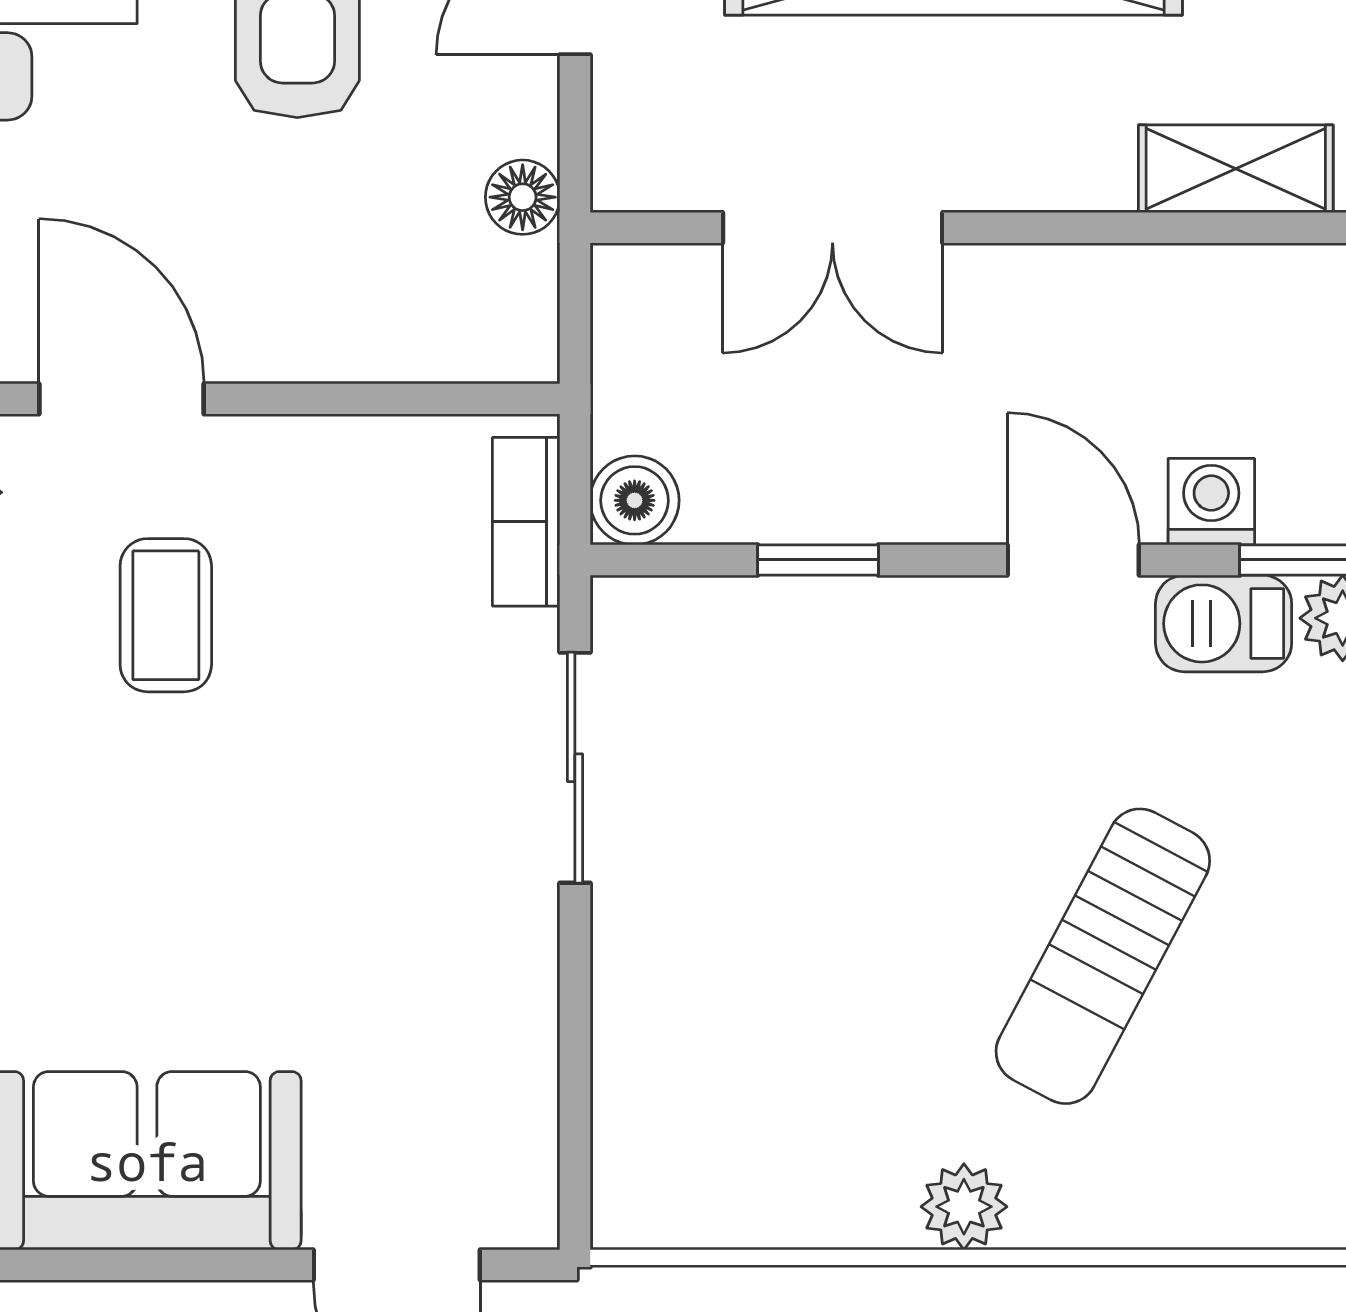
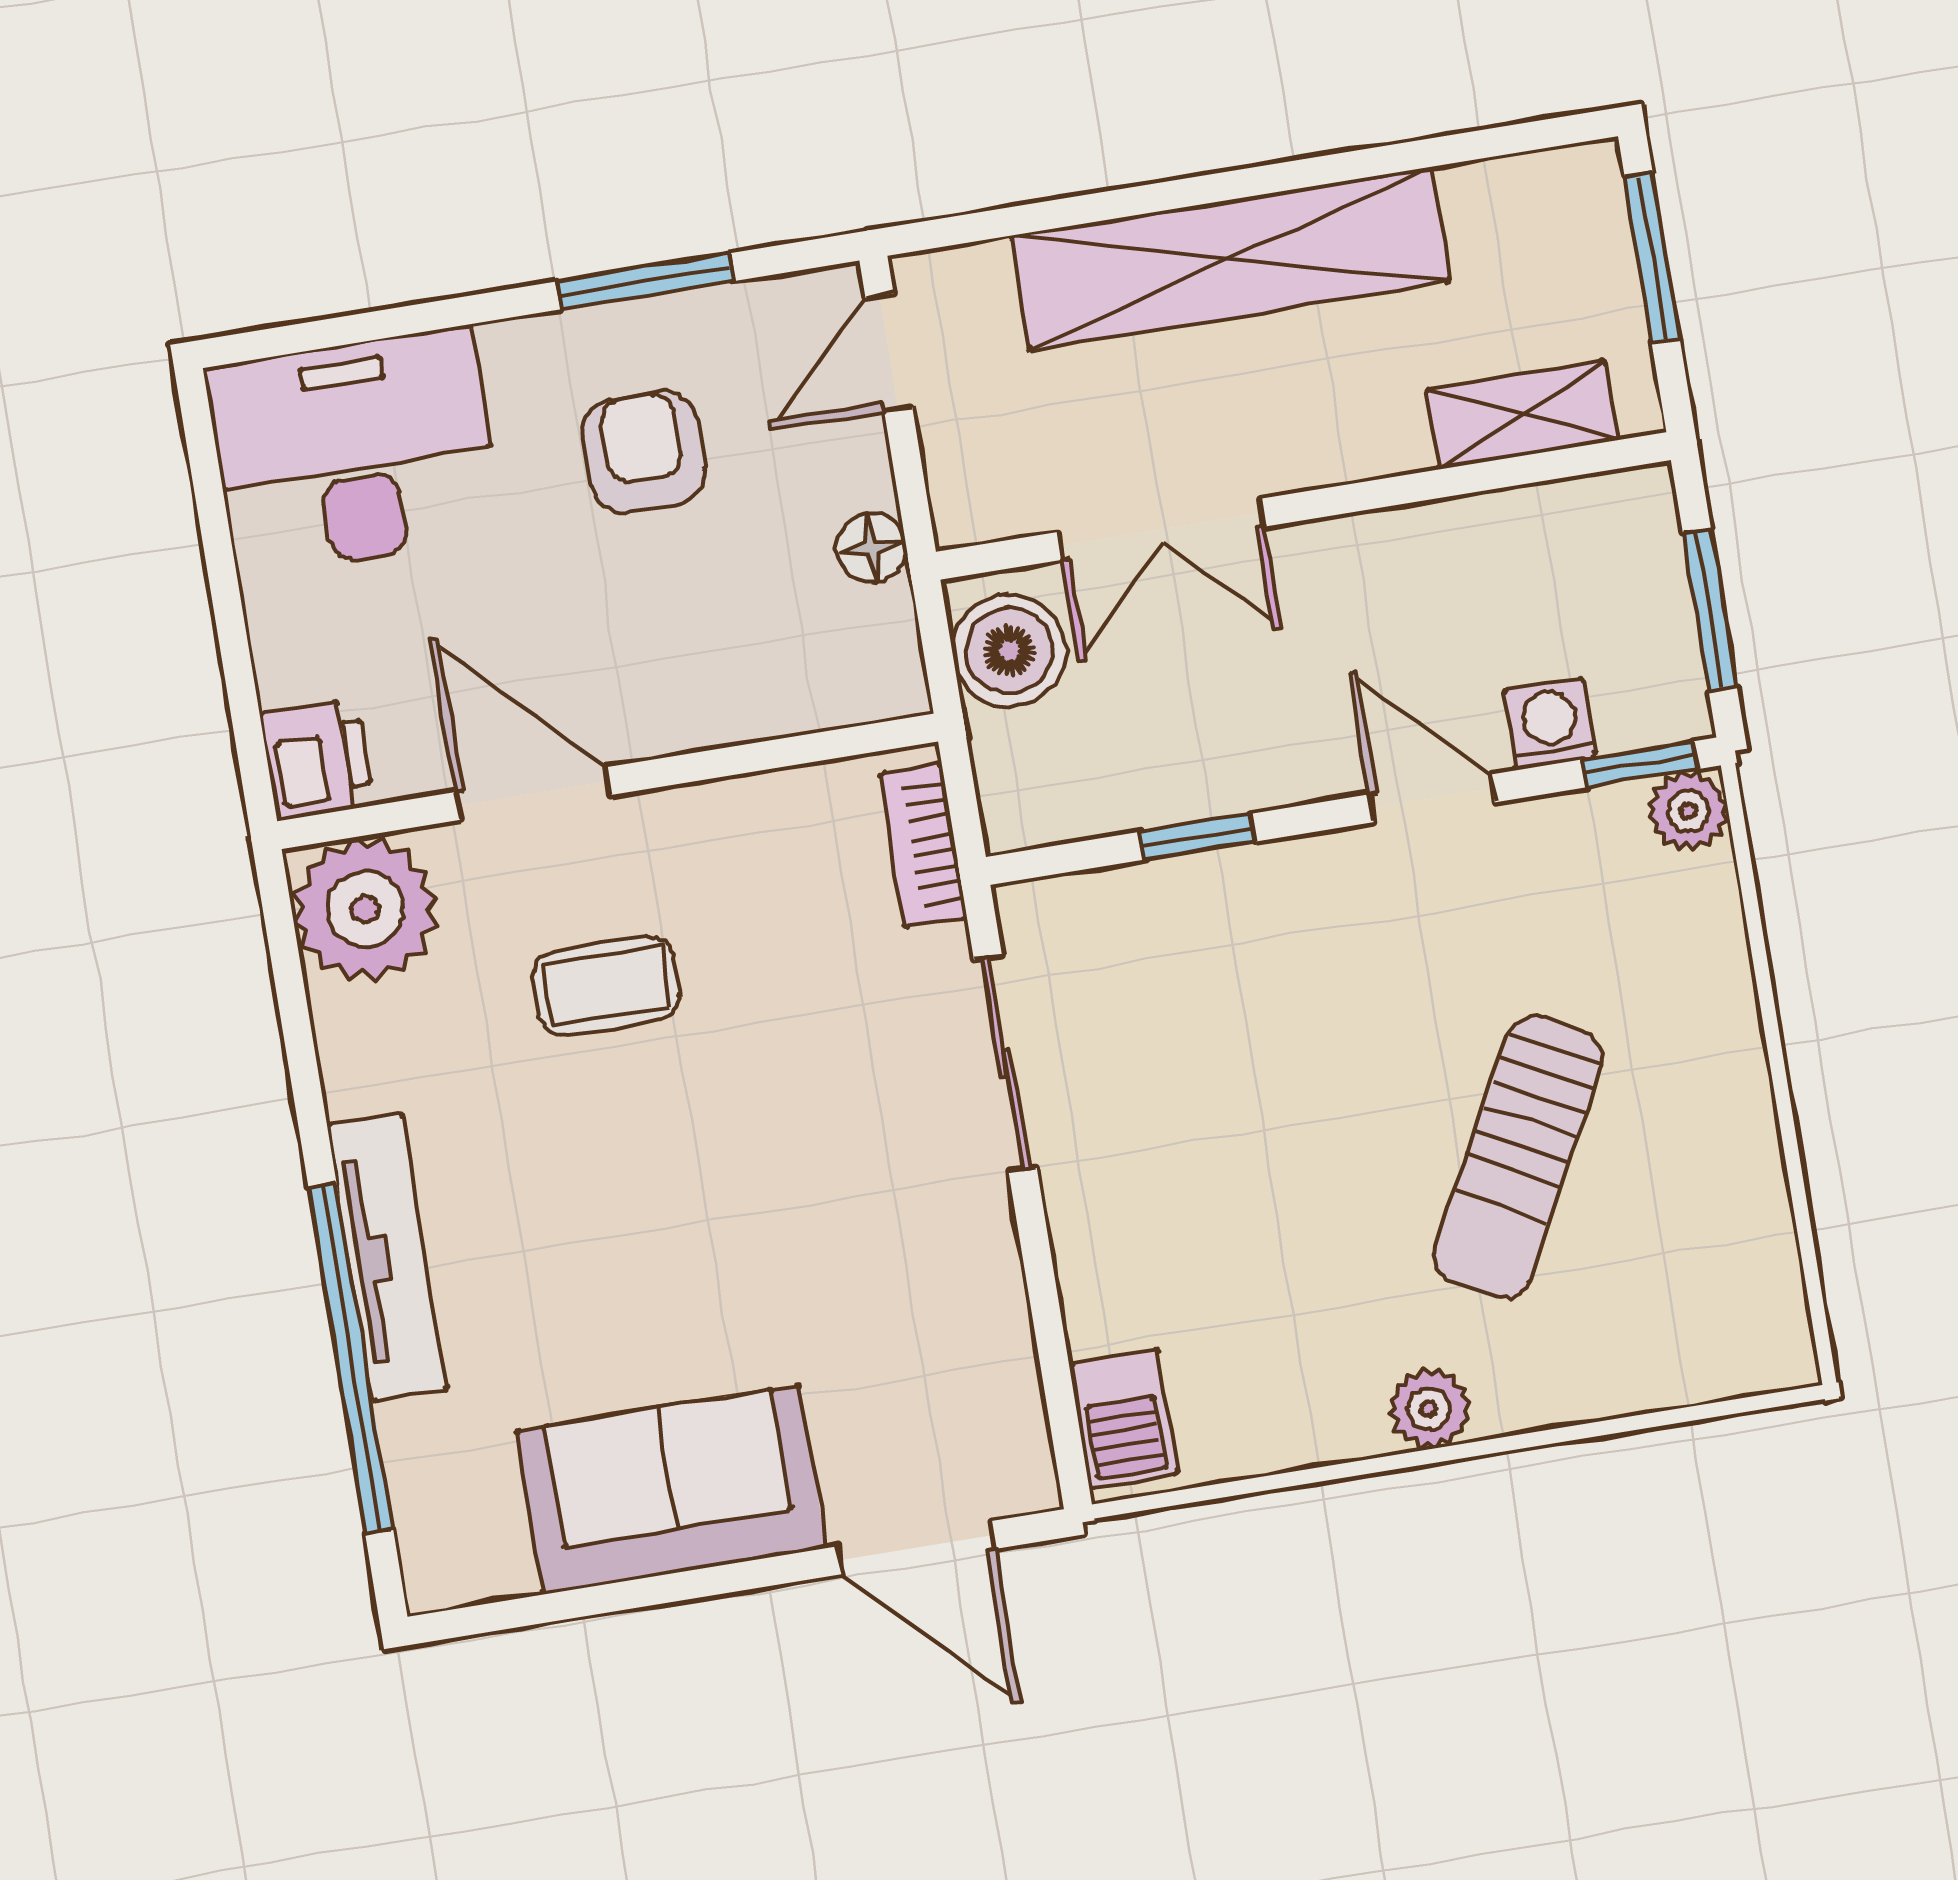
boiler: (635, 500) -> (1009, 651), moved, width x1.36, depth x1.36
coffee table: (166, 615) -> (607, 986), turned 90
barbecue: (1224, 623) -> (1123, 1419), moved, turned -90

